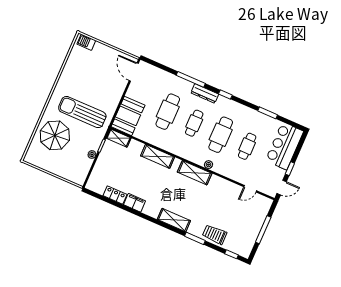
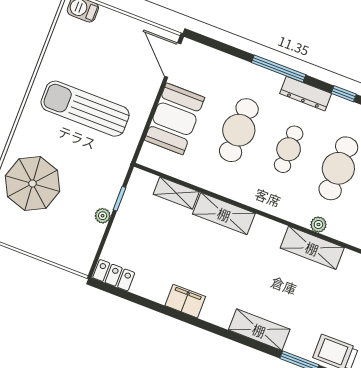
sun lounger: (82, 112) -> (85, 109), moved
booth: (128, 116) -> (175, 119), moved
shelving: (119, 138) -> (176, 193), moved
shelving: (195, 173) -> (312, 248), moved
locker: (115, 195) -> (114, 275), moved

